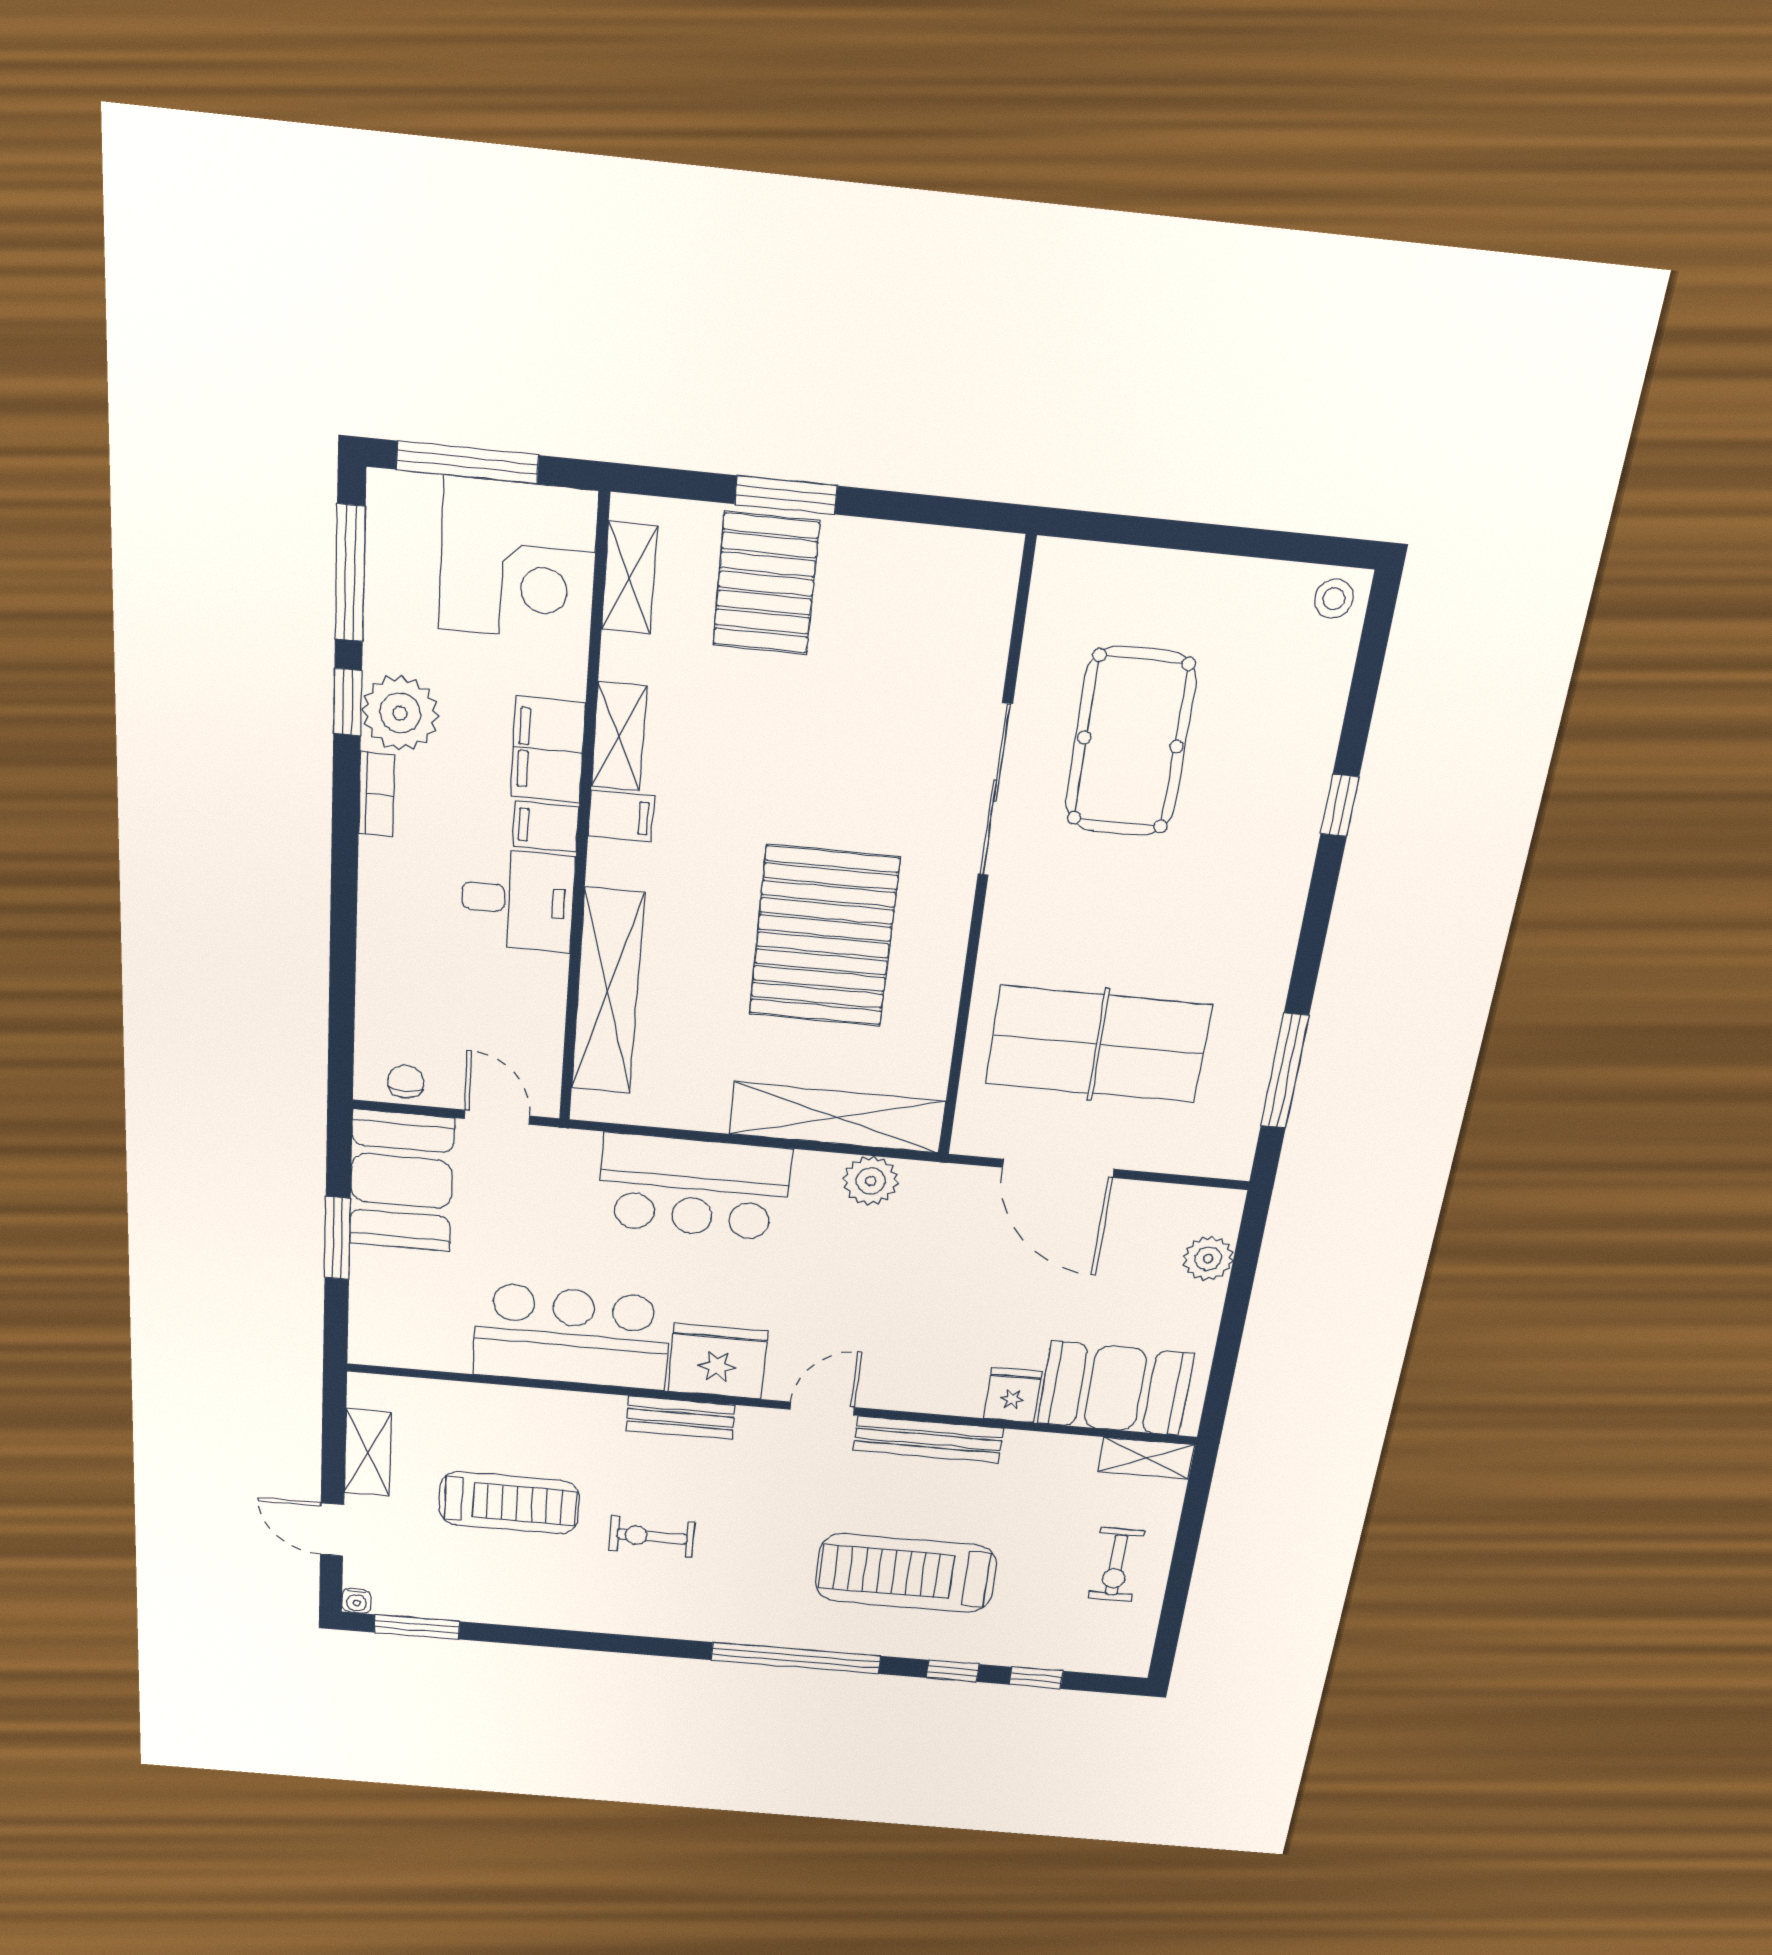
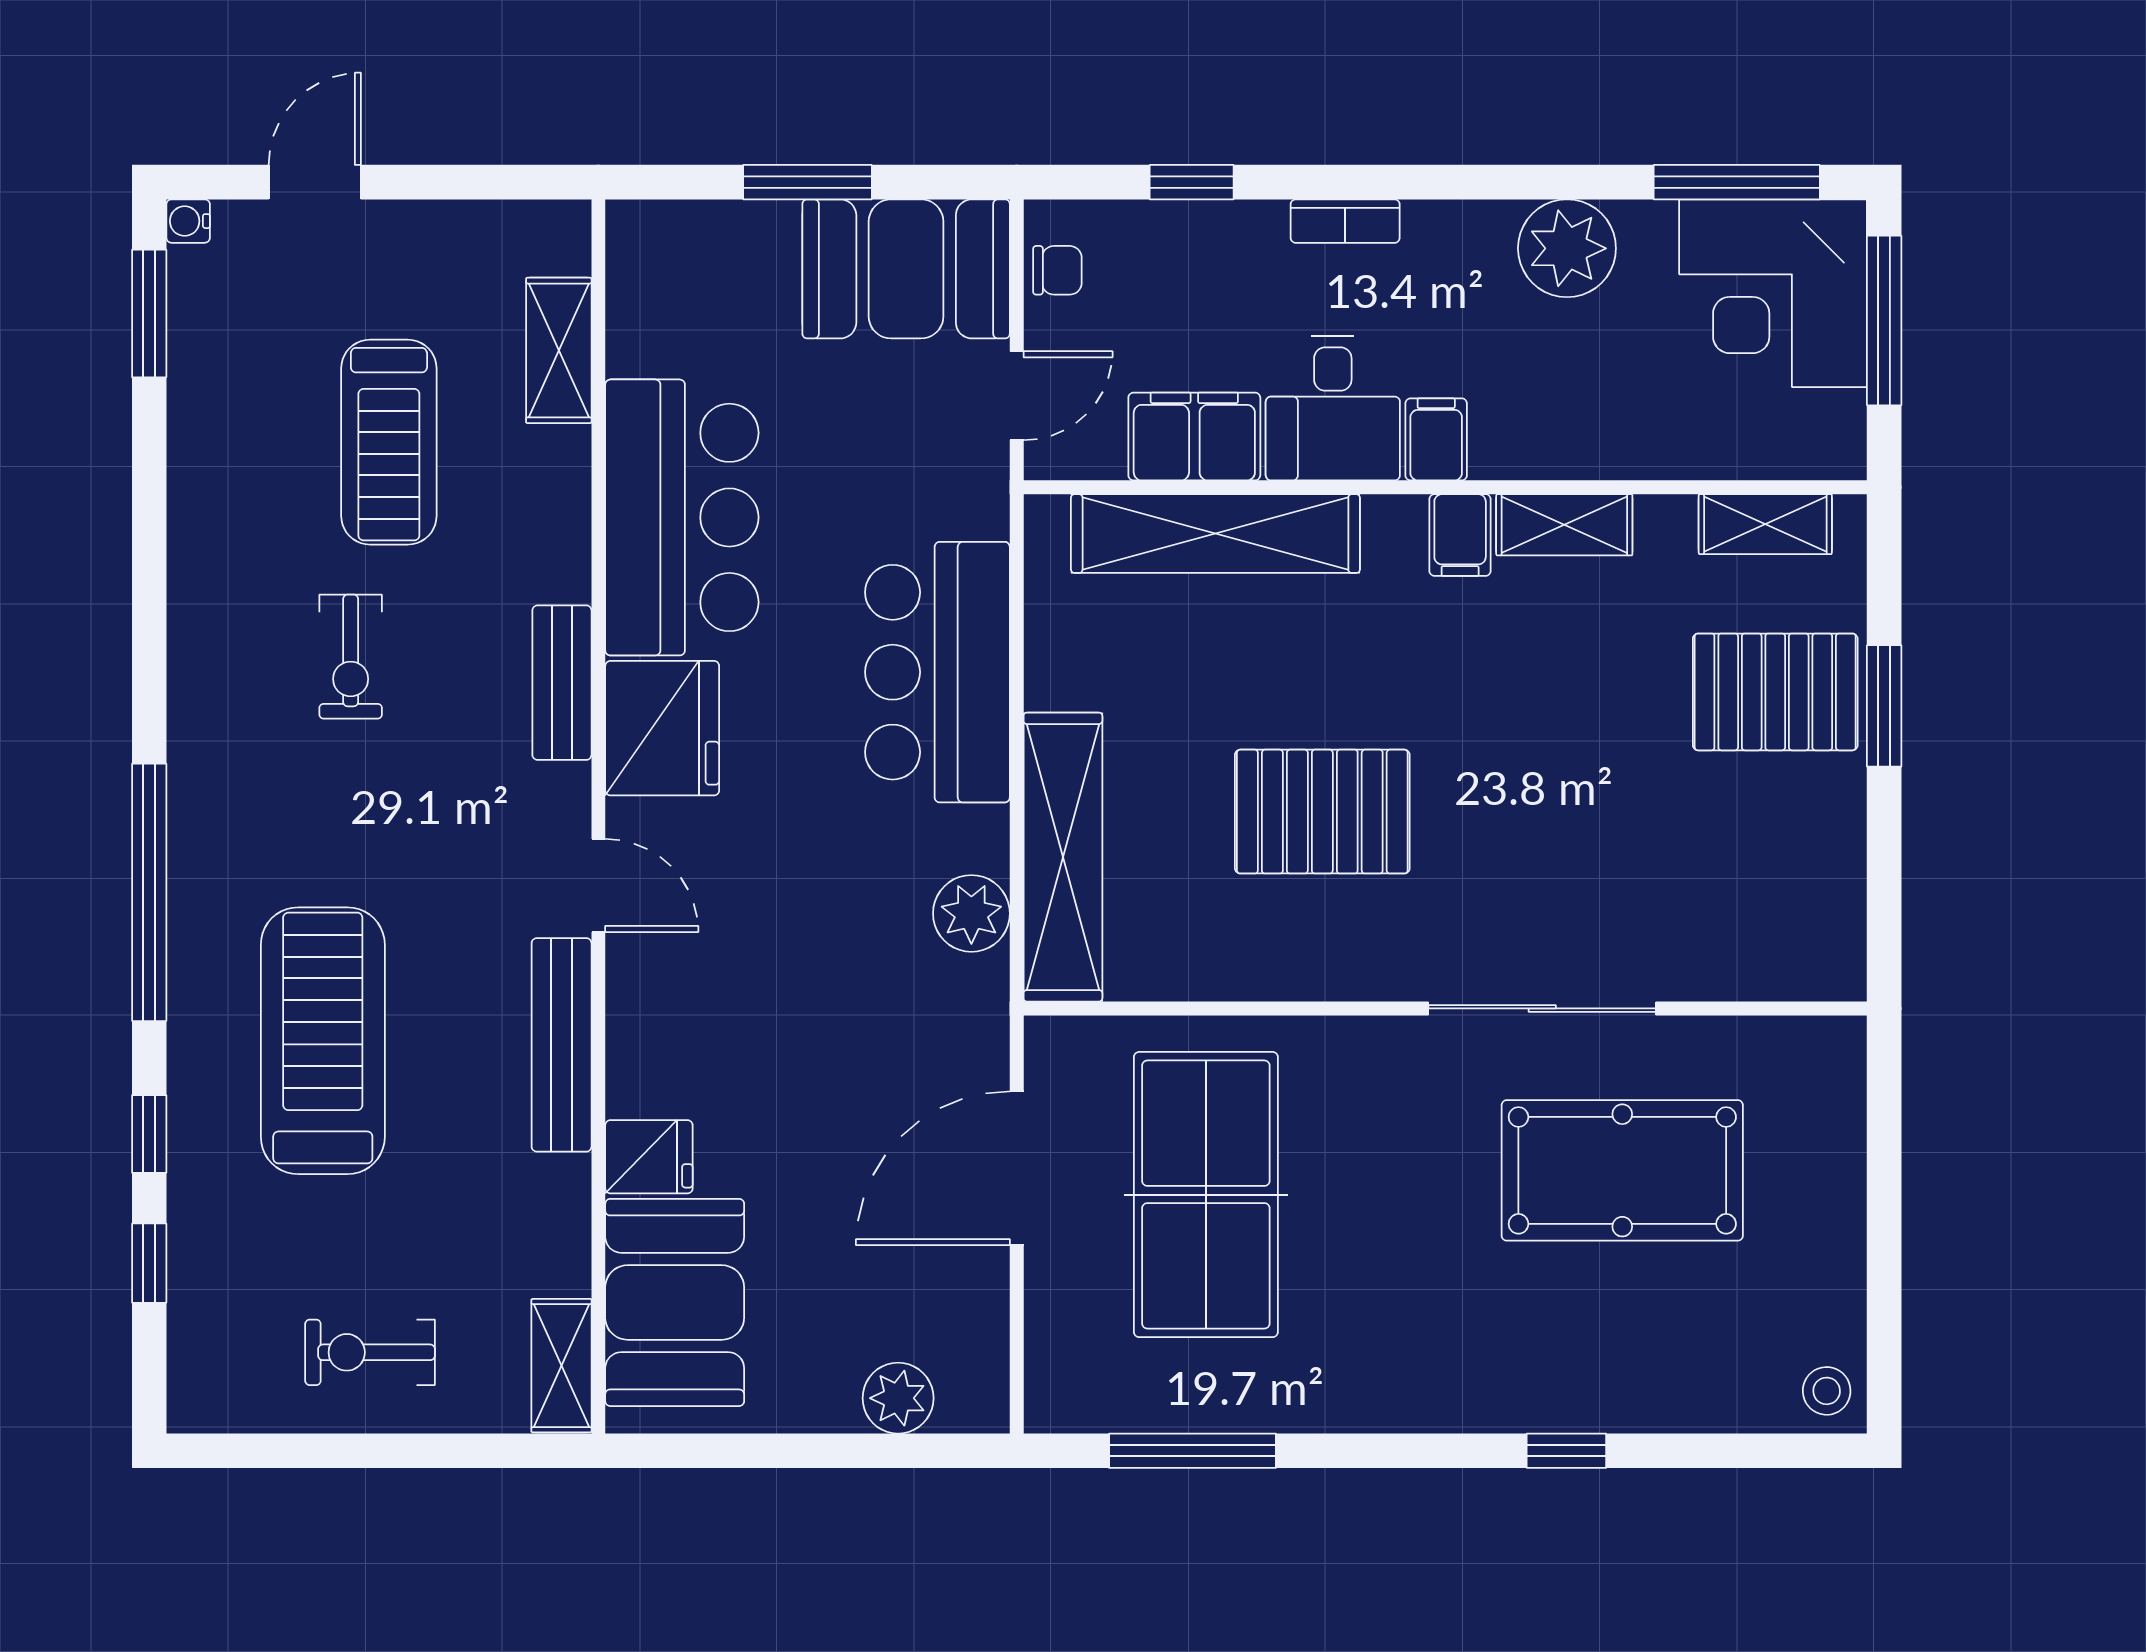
corner desk: (518, 560) -> (1773, 293), moved
window: (348, 702) -> (1192, 182), moved
filing cabinet: (548, 750) -> (1194, 436), moved
bookcase: (376, 794) -> (1345, 221), moved
pallet: (824, 937) -> (1322, 812), width x0.73, depth x0.71
shelving: (368, 1453) -> (559, 350), moved, turned 90
exercise bike: (652, 1536) -> (351, 657), turned 180

